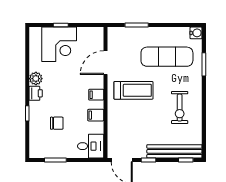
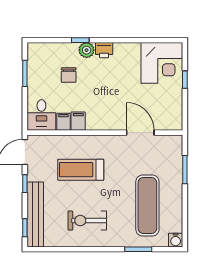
corner desk: (59, 44) -> (162, 63), moved, turned -90
plant: (36, 79) -> (87, 50), moved
treadmill: (133, 90) -> (81, 170), moved, turned 90
filing cabinet: (96, 95) -> (63, 122), moved

